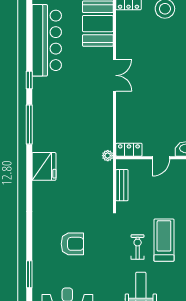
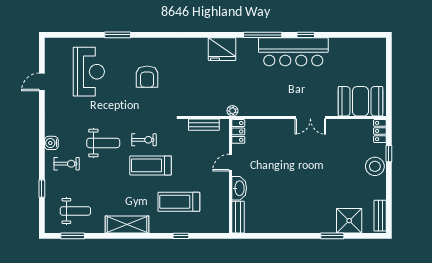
bar counter: (47, 40) -> (293, 52), moved
door: (161, 158) -> (230, 163), hinge flipped
treadmill: (164, 240) -> (151, 165), turned 180

